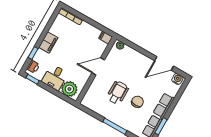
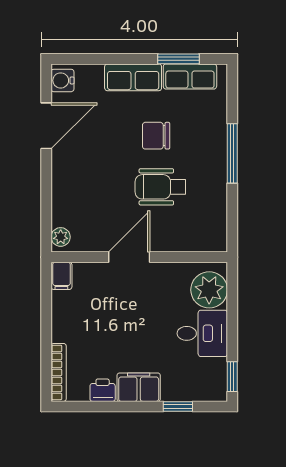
door: (164, 63) -> (46, 126), hinge flipped
door: (98, 66) -> (129, 257), swing flipped
printer: (33, 67) -> (103, 390), moved

